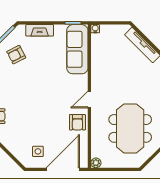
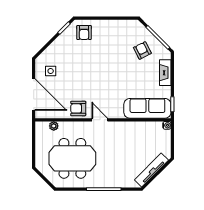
plant: (96, 163) -> (54, 126), moved

